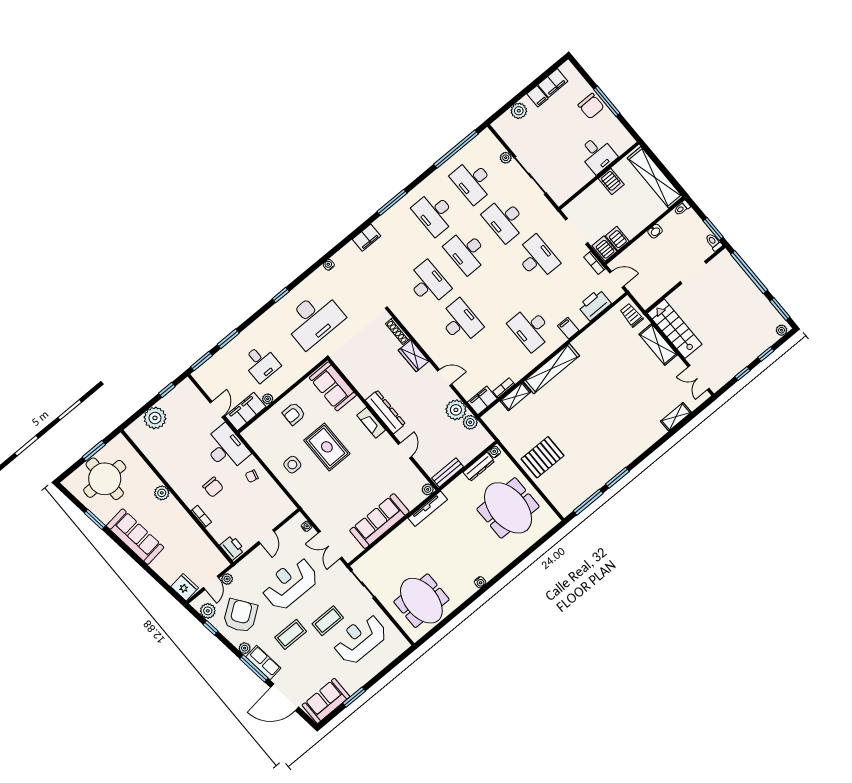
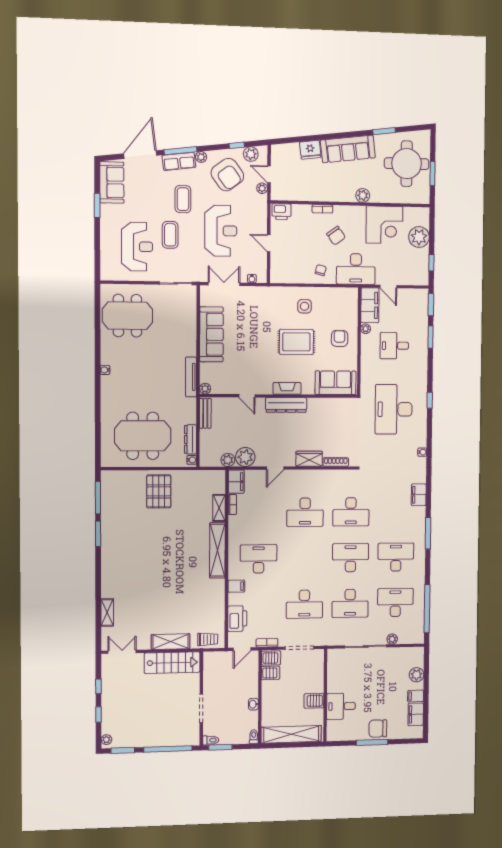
desk: (505, 220) -> (350, 603), turned 180
corner desk: (170, 455) -> (384, 225), added
chair: (213, 487) -> (336, 236), turned -126
fridge: (185, 587) -> (310, 150), moved

